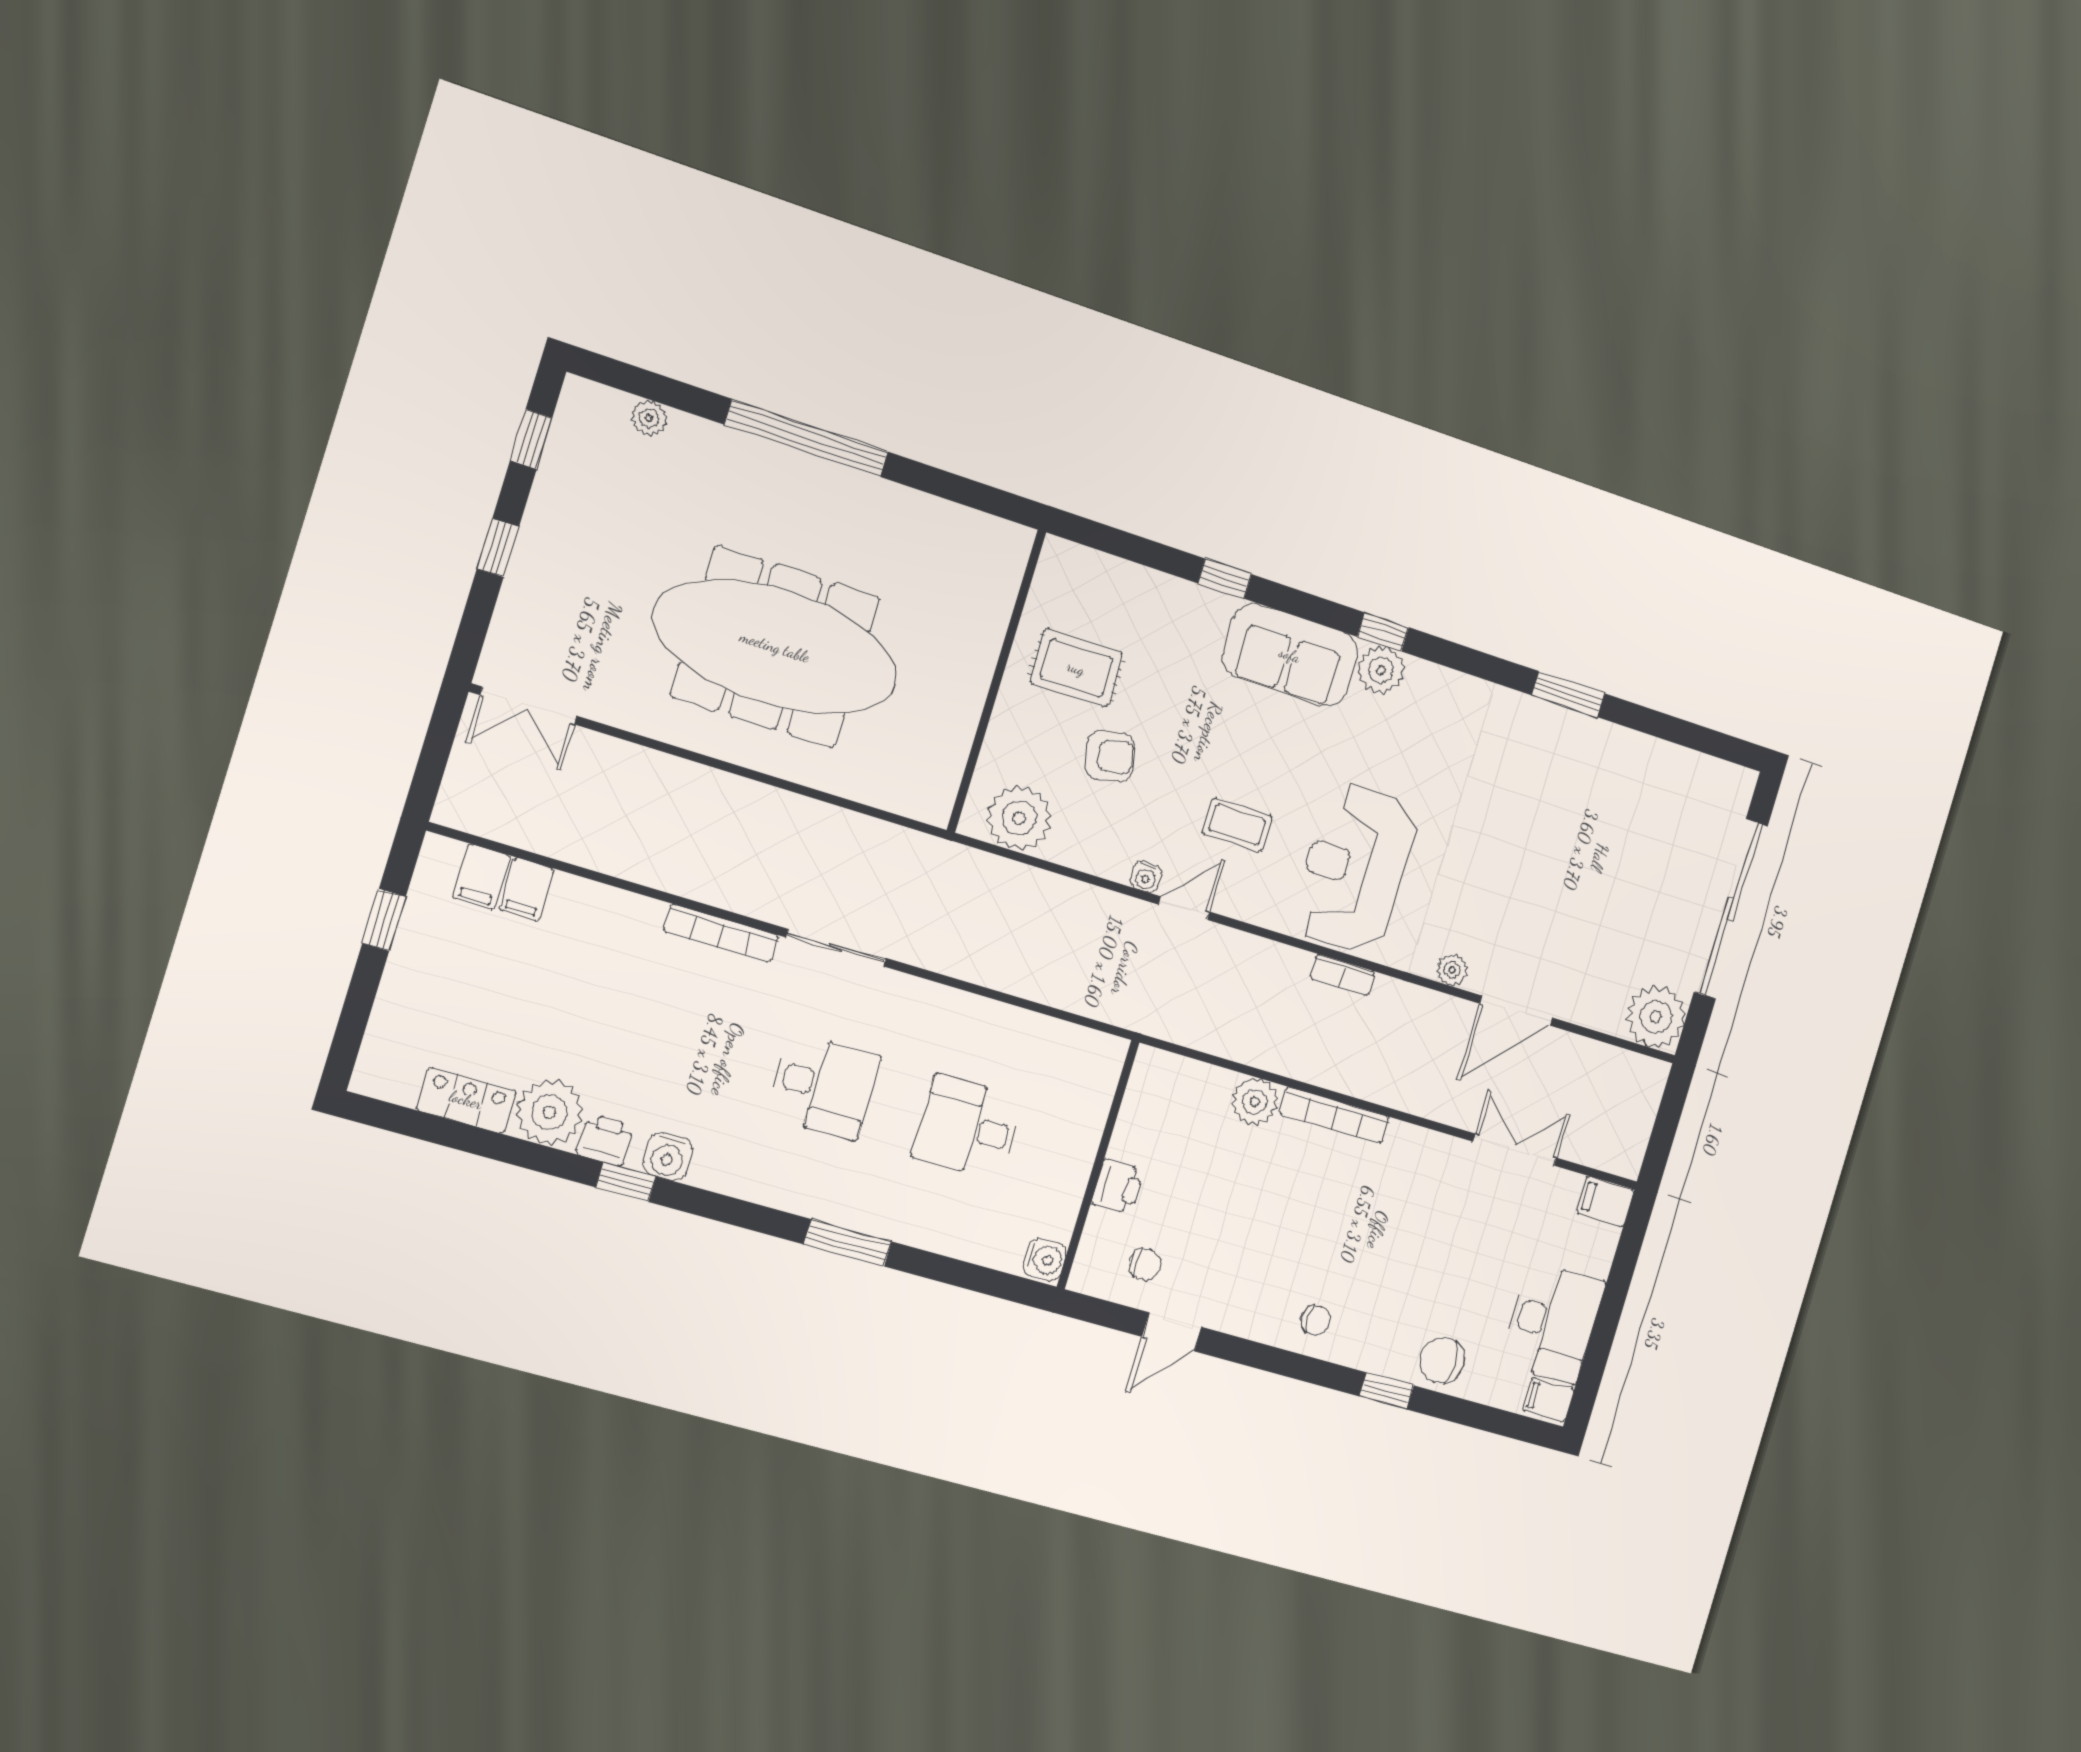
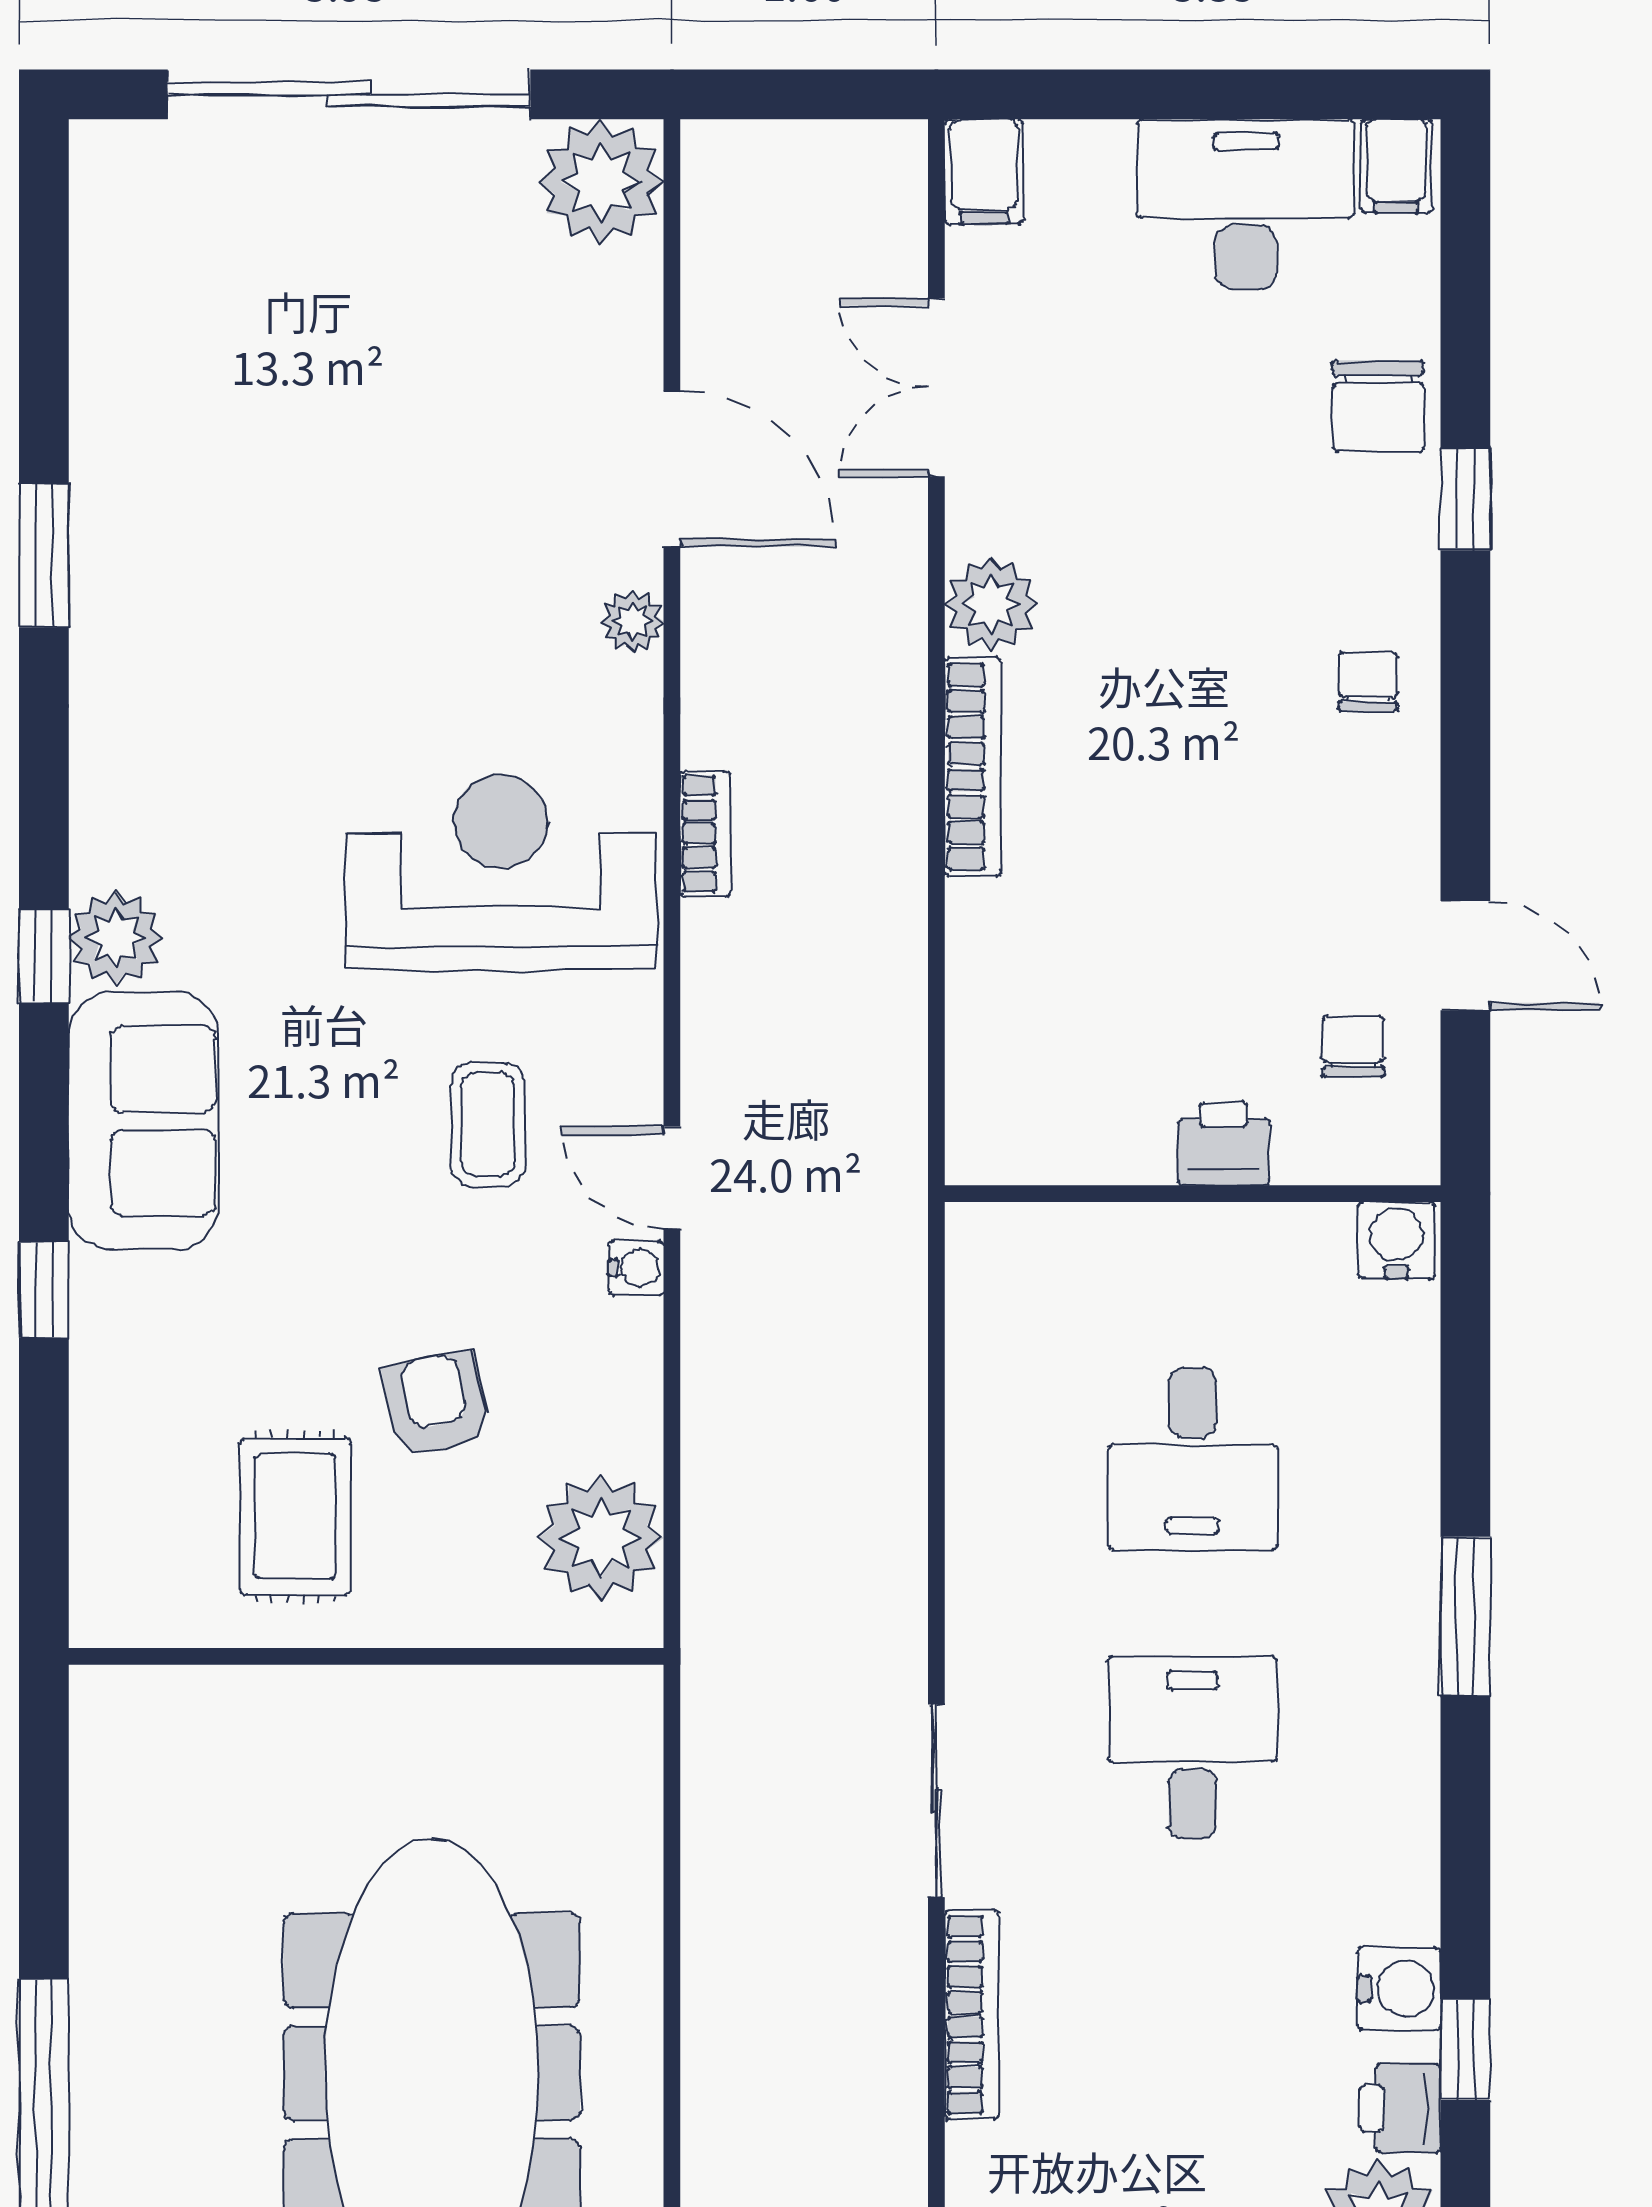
reception desk: (1355, 869) -> (500, 872), turned 180
plant: (1255, 1102) -> (991, 604), moved

